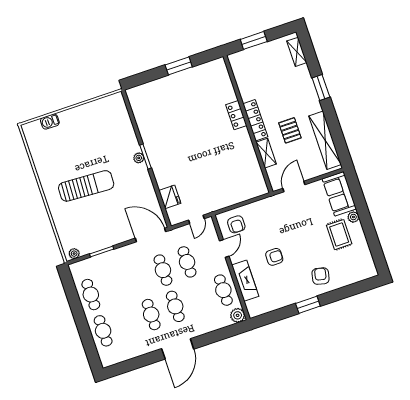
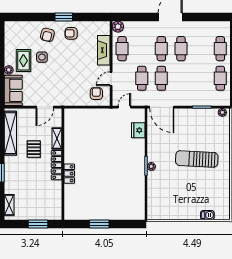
side table: (318, 246) -> (42, 57), added
armchair: (274, 257) -> (71, 33), moved

